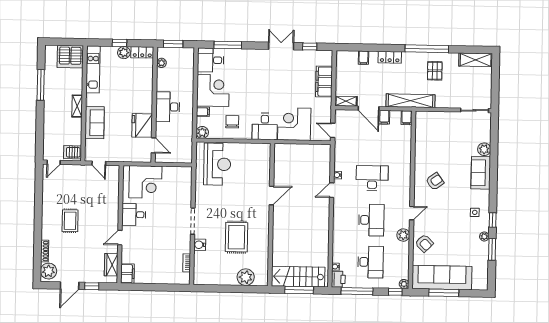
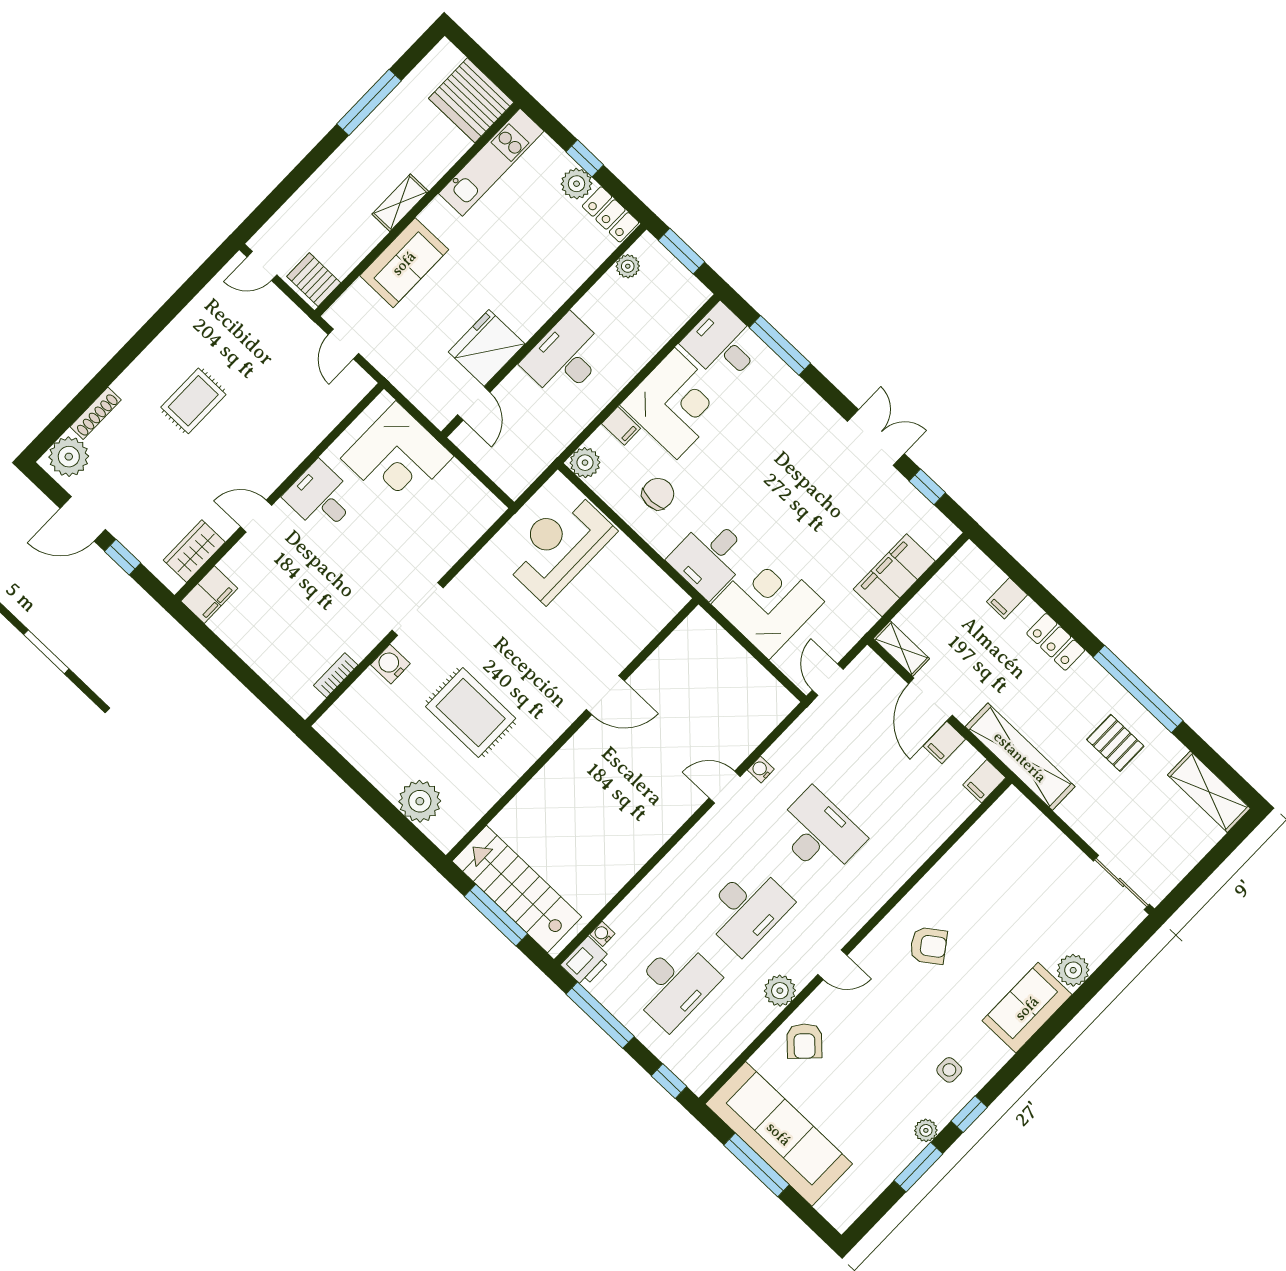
pallet: (435, 71) -> (1115, 743), turned 90
reception desk: (217, 164) -> (559, 546), turned 180
rug: (237, 237) -> (471, 713), turned 90
plant: (404, 284) -> (698, 1081), removed

